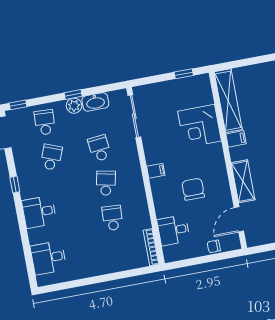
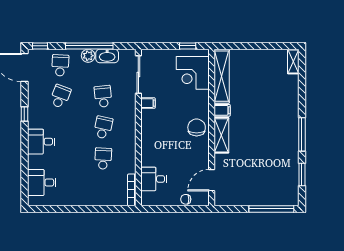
window: (73, 94) -> (89, 46), width x3.17
corner desk: (200, 126) -> (193, 73), moved
filing cabinet: (156, 171) -> (148, 103), moved
shelving: (243, 181) -> (221, 135), moved
chair: (193, 189) -> (197, 127), moved

